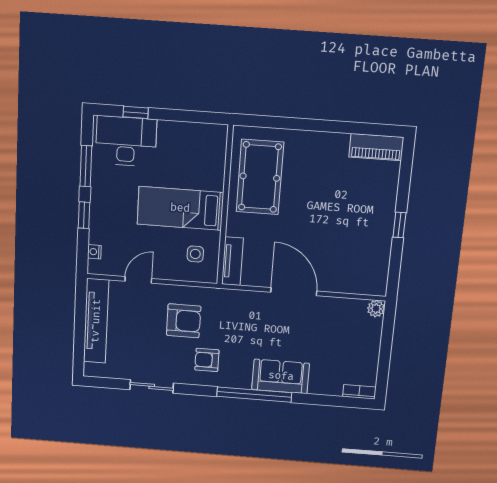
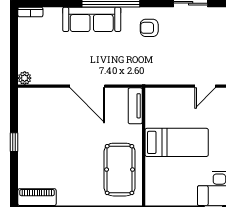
side table: (195, 254) -> (163, 109), removed
armchair: (184, 321) -> (169, 57), removed
armchair: (207, 360) -> (149, 28), turned 180
sofa: (281, 376) -> (92, 19), width x1.36

